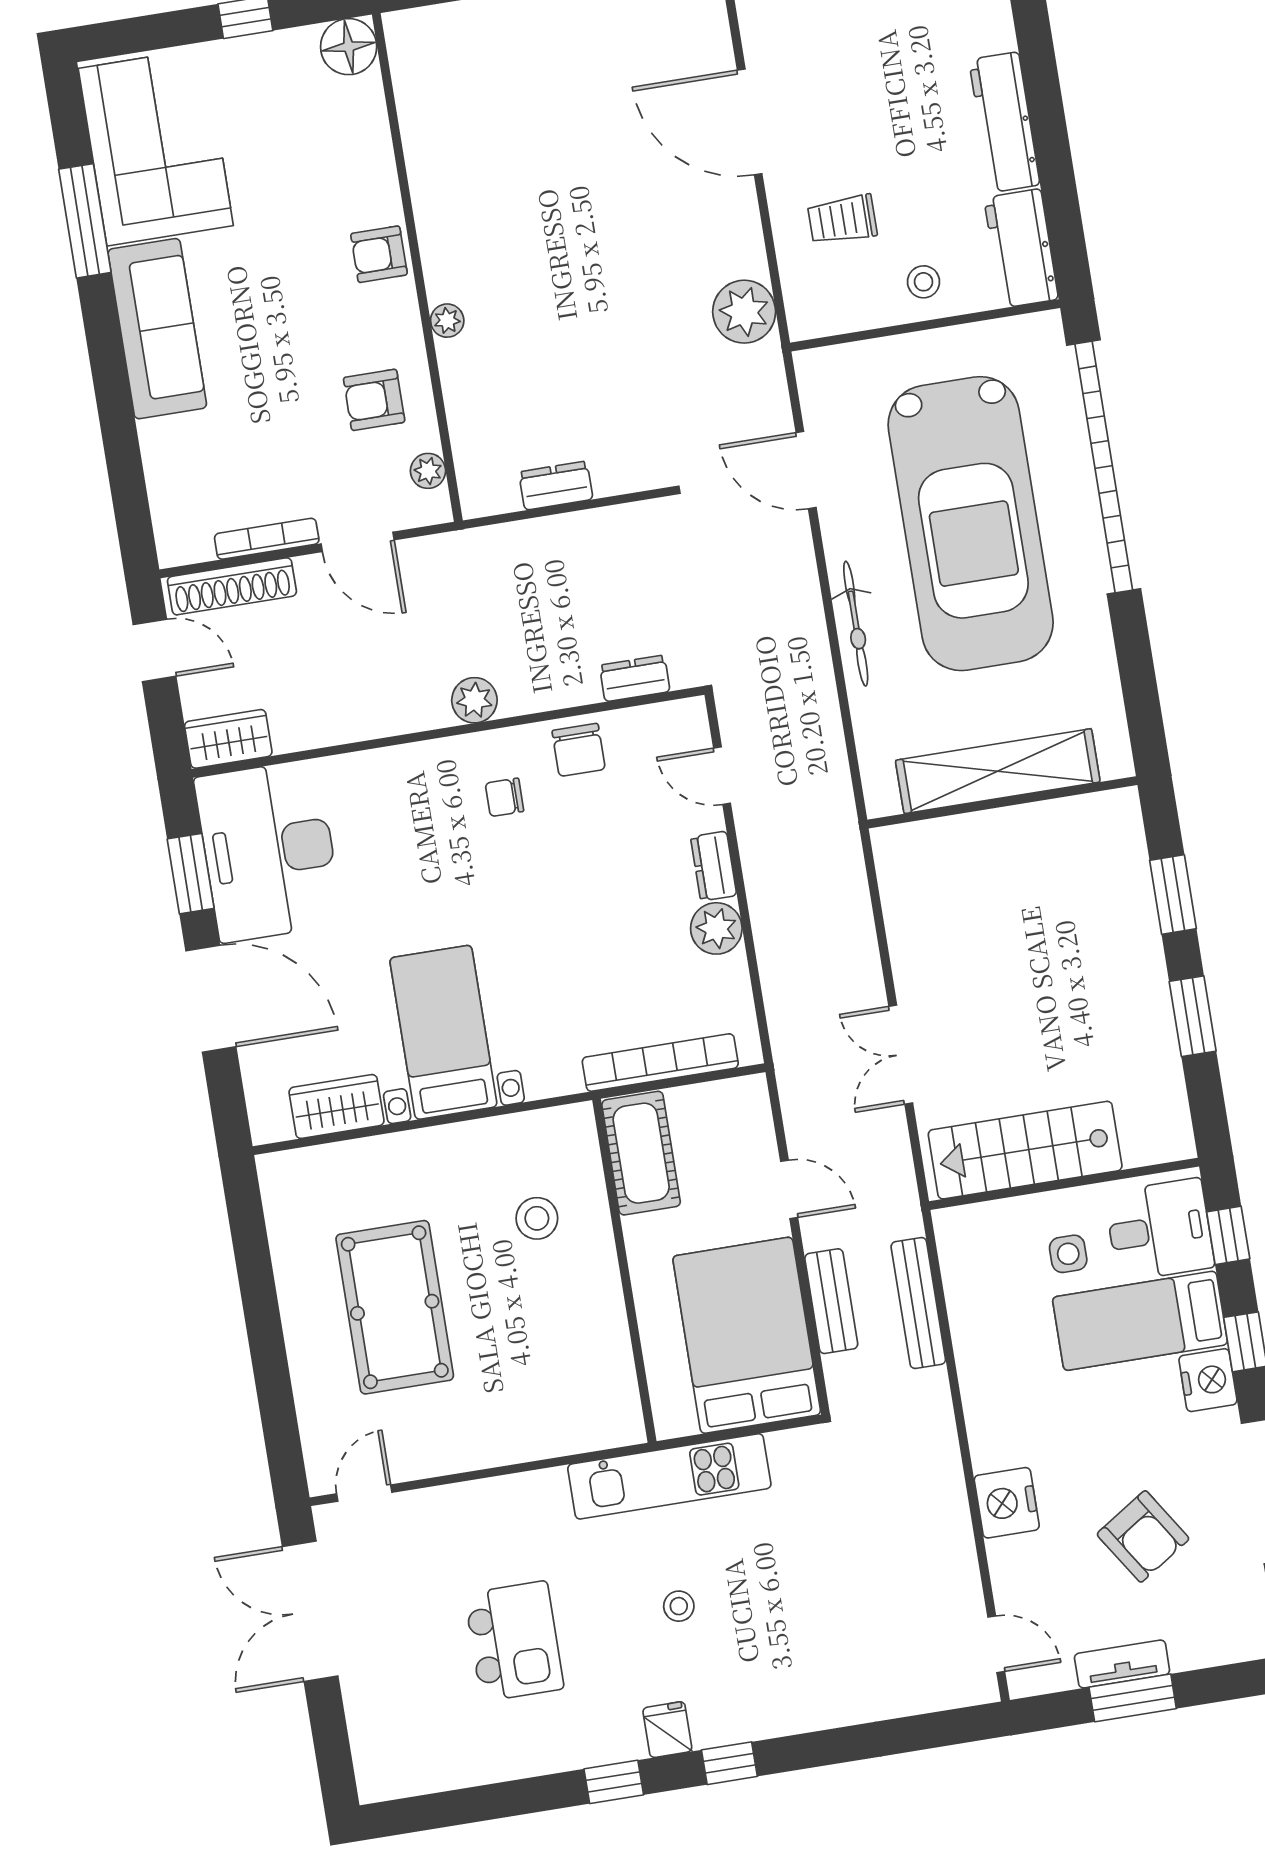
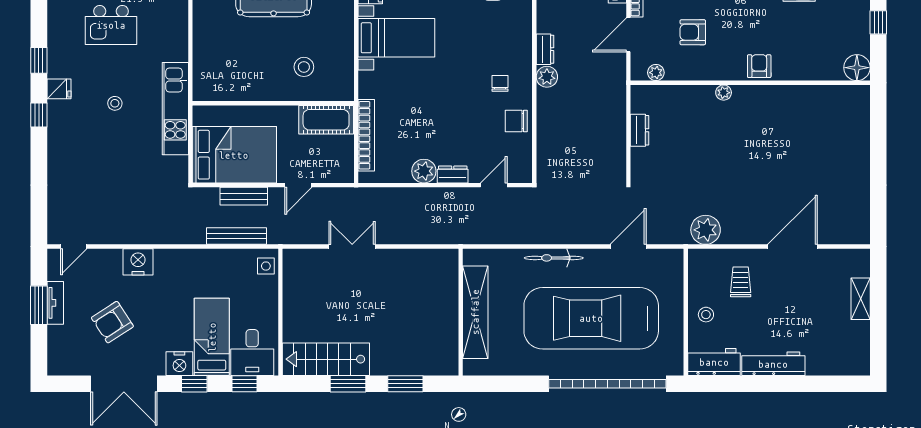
armchair: (374, 400) -> (693, 32), moved, turned -90
dresser: (635, 678) -> (545, 49), moved
stairs: (1025, 1150) -> (326, 359), moved, turned -90
side table: (1068, 1254) -> (266, 266), moved

